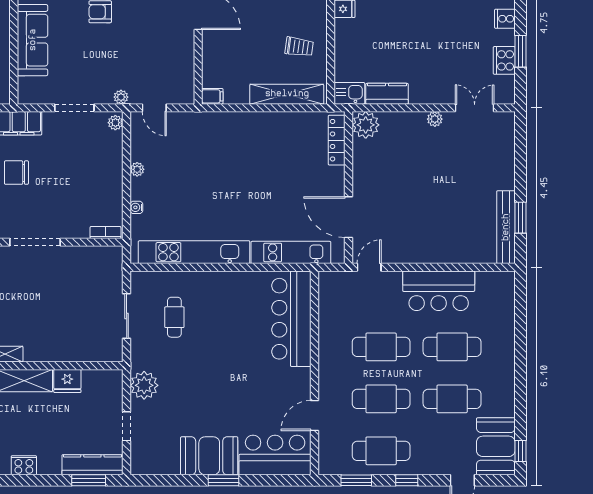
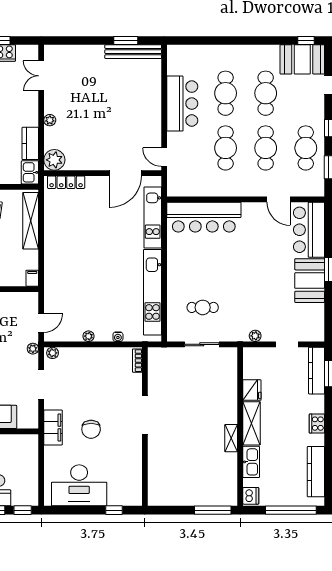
plant: (435, 119) -> (50, 120), moved
plant: (144, 385) -> (255, 336), width x0.53, depth x0.53

